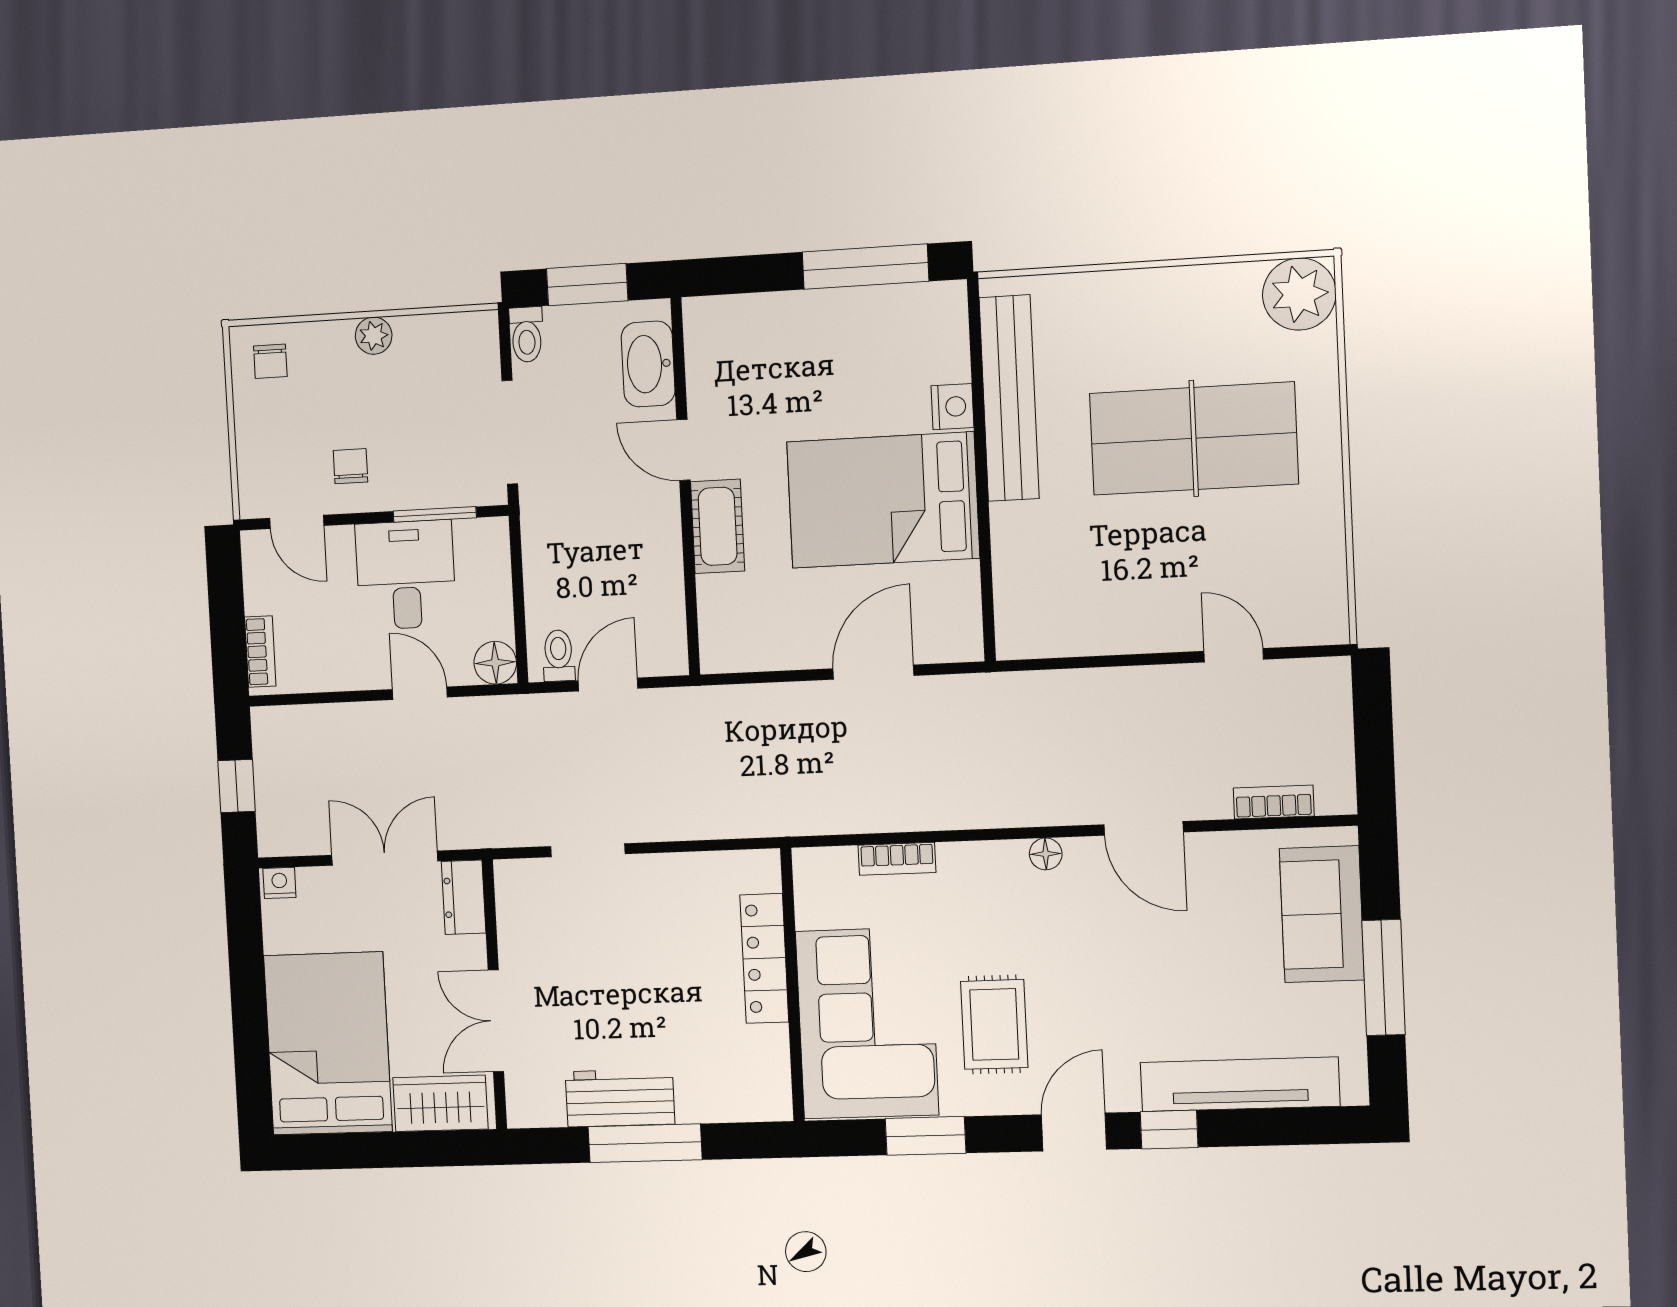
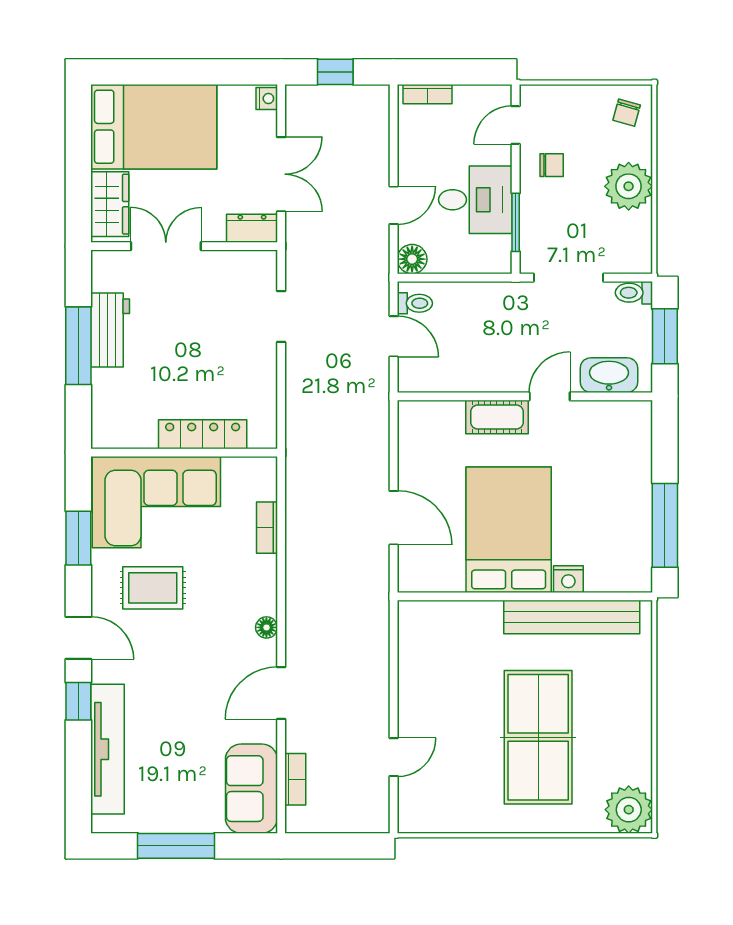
plant: (374, 336) -> (629, 186), width x1.88, depth x1.88
chair: (270, 361) -> (627, 113), turned -74
sofa: (1322, 914) -> (251, 789), moved, turned -90

